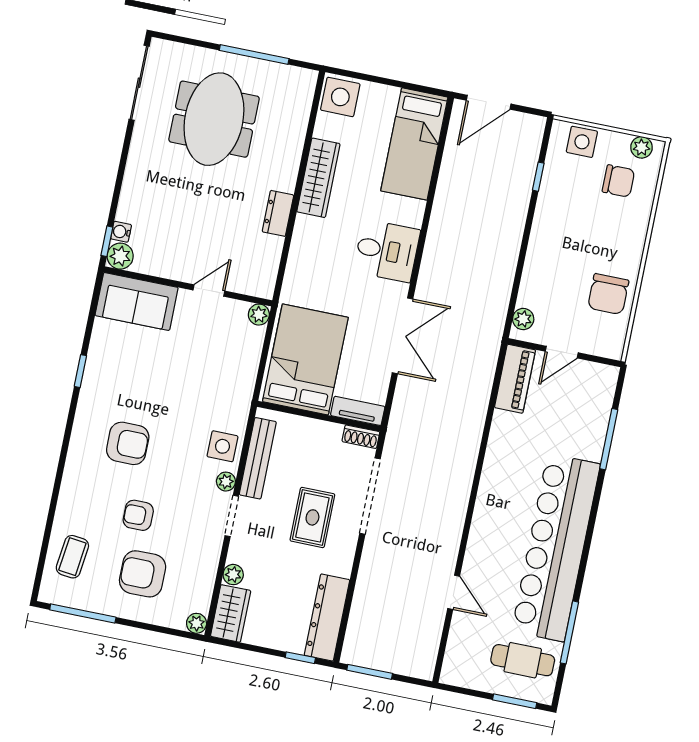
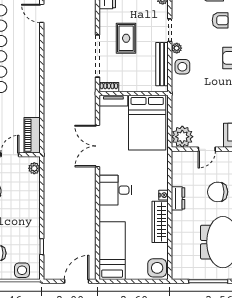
chair: (205, 210) -> (218, 192), added
nightstand: (303, 224) -> (163, 195), added
plant: (259, 315) -> (182, 137), width x1.88, depth x1.88

